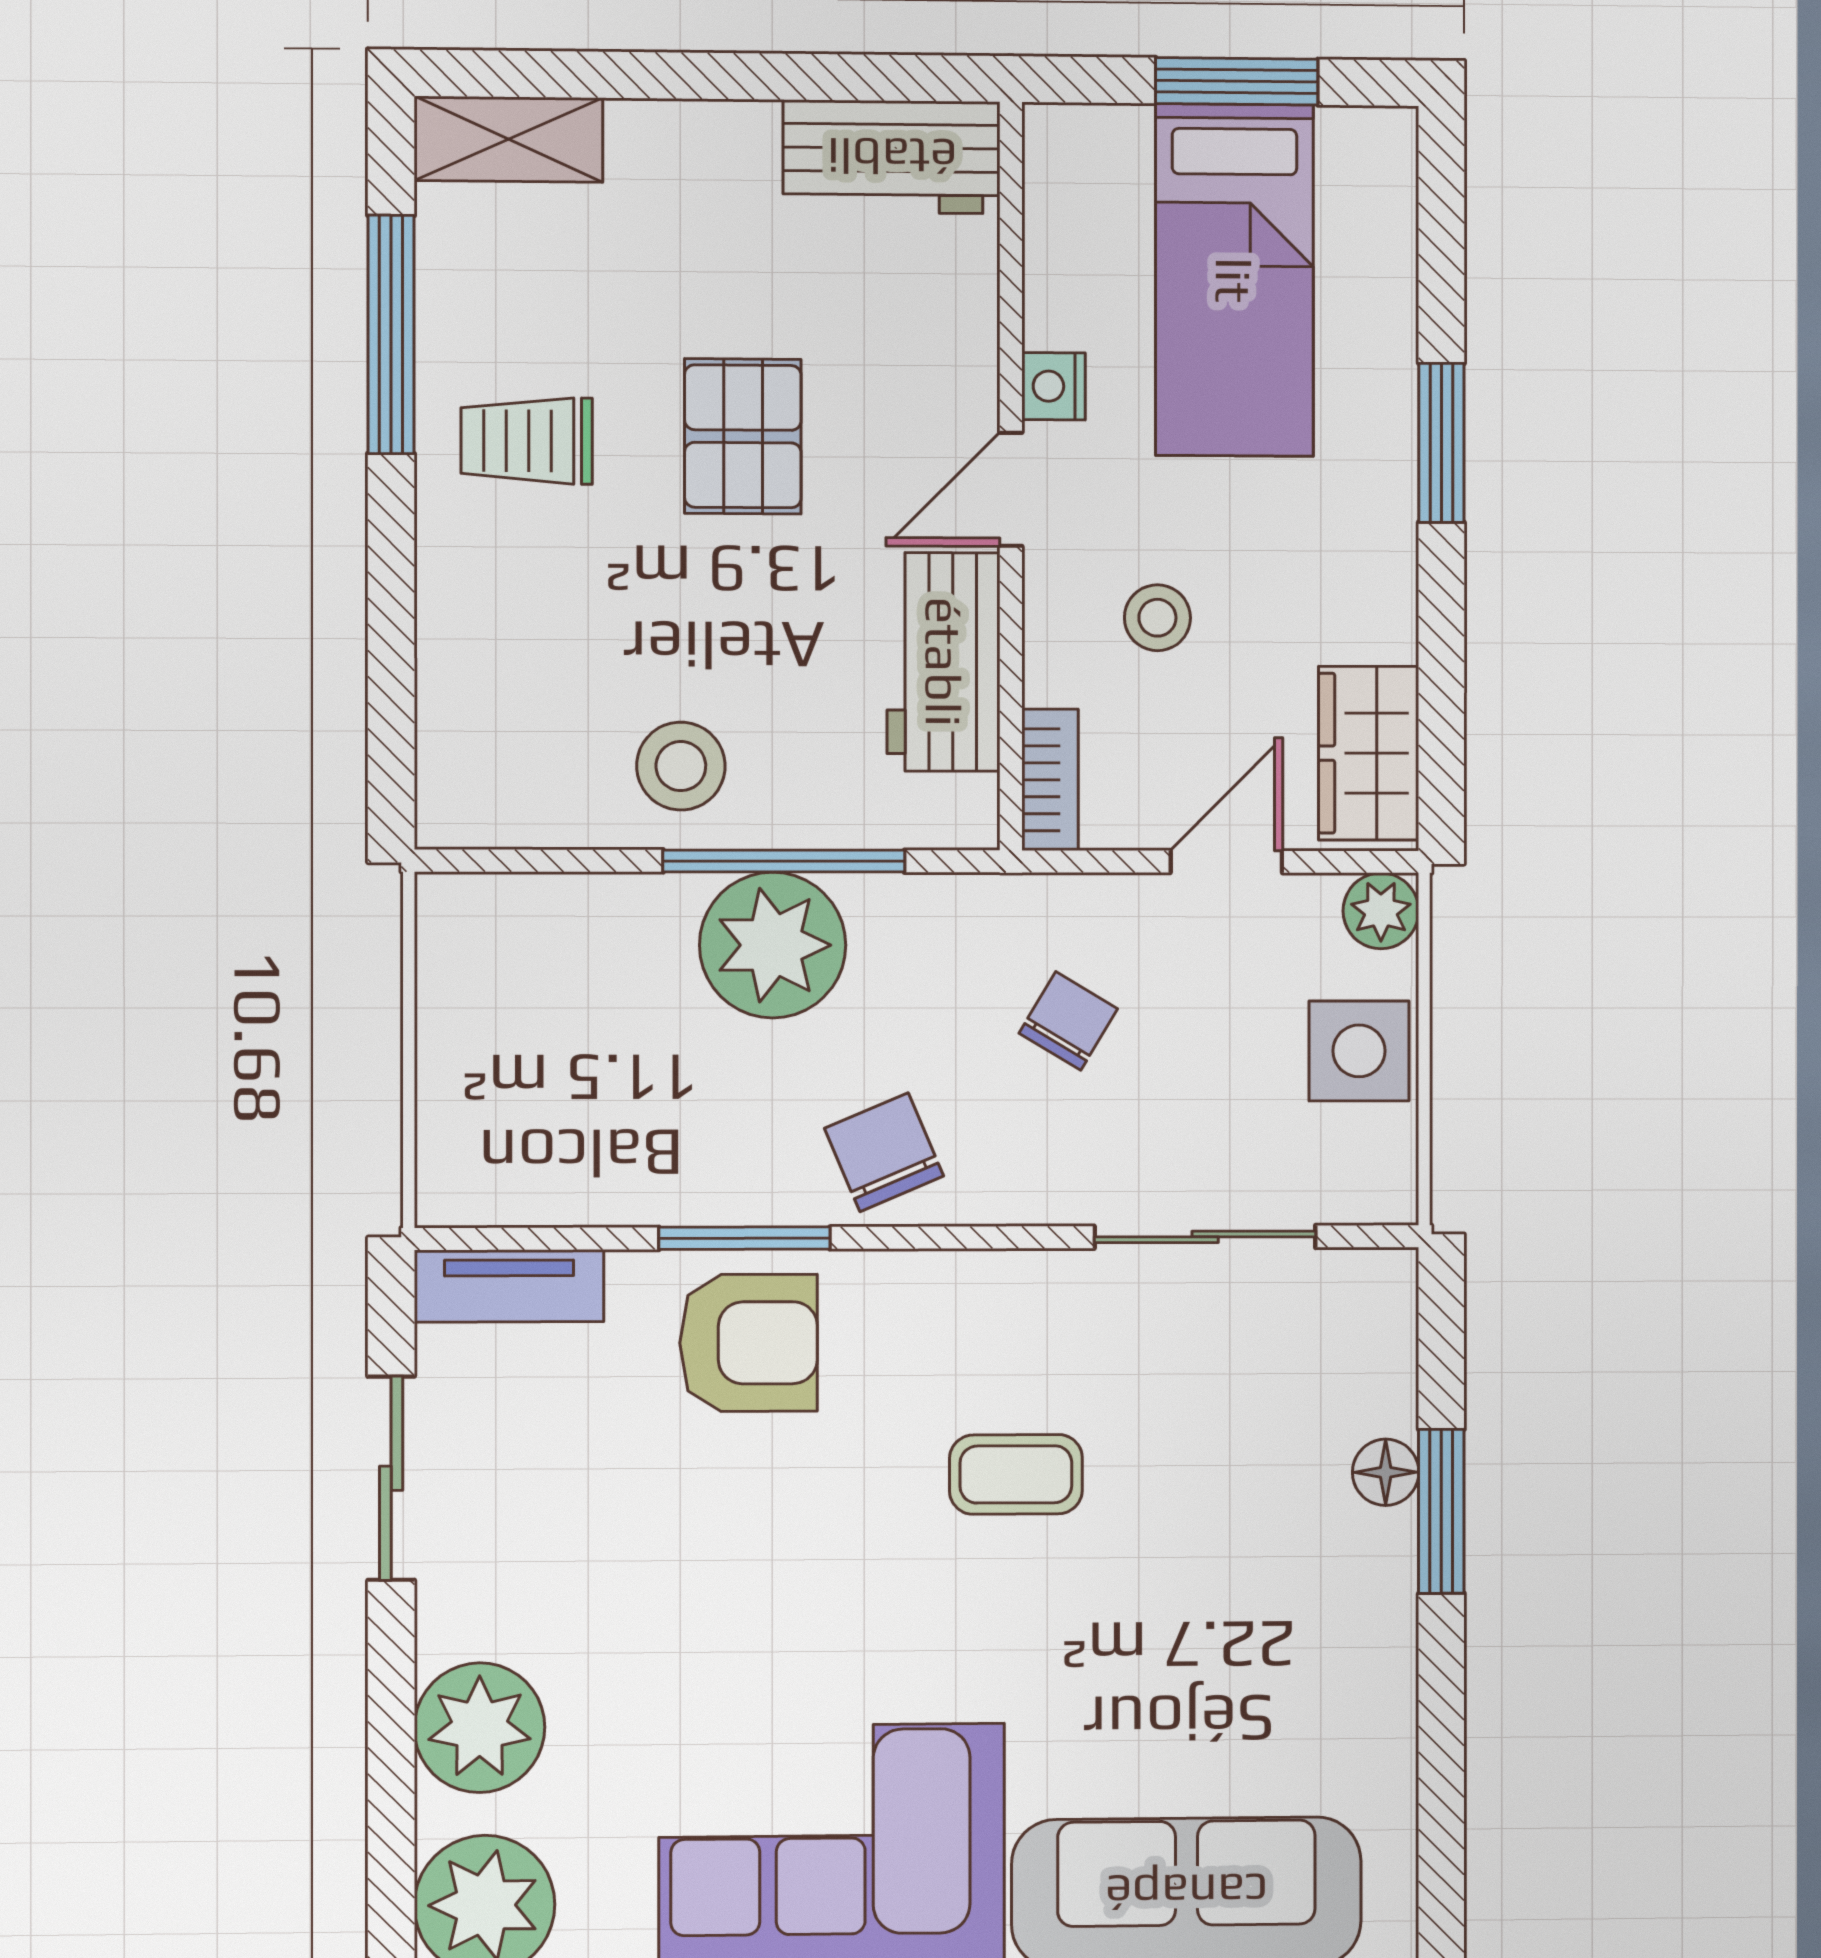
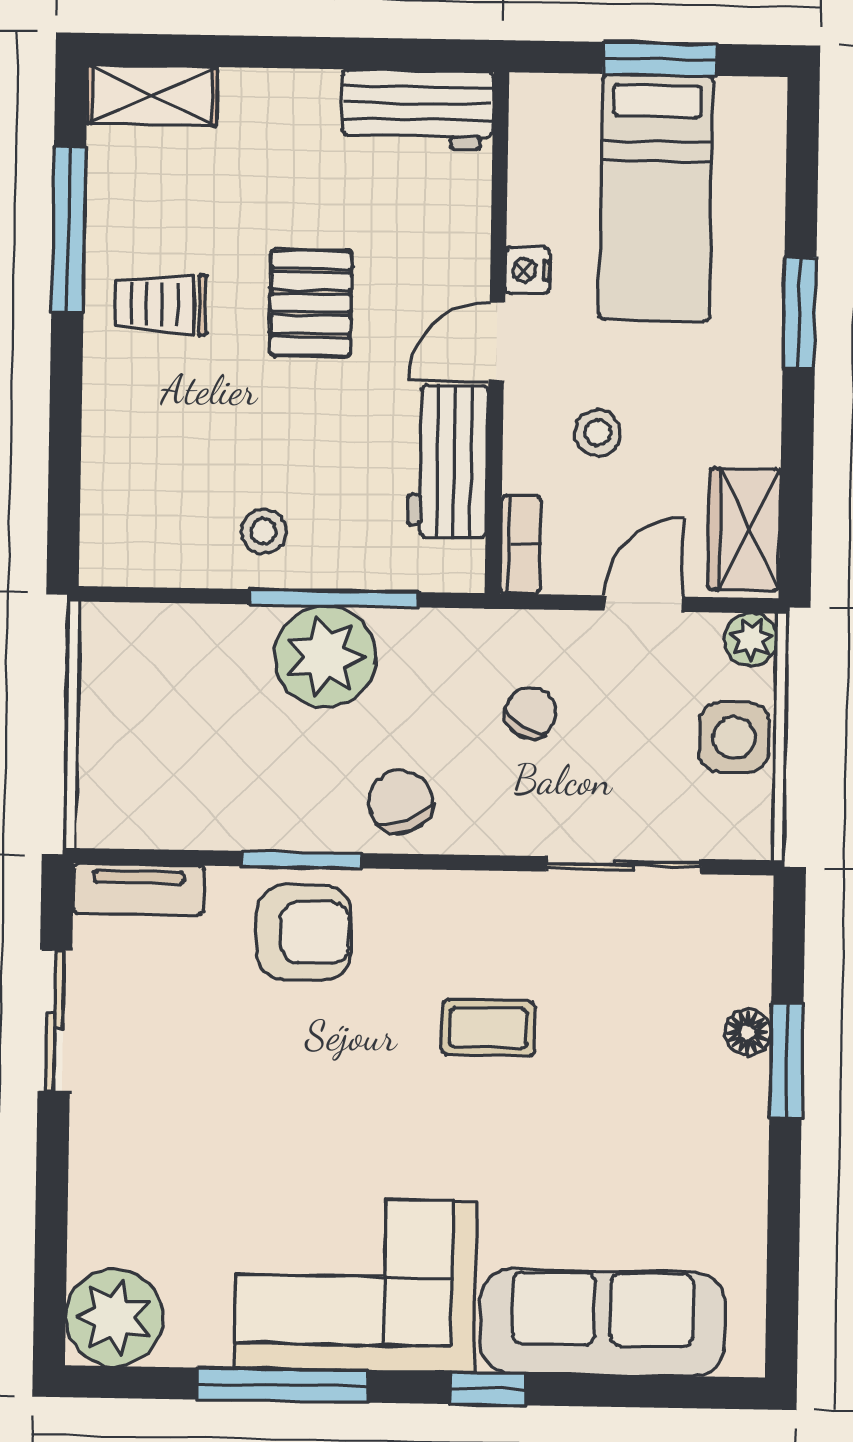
stool: (681, 766) -> (264, 531), width x0.73, depth x0.73
plant: (480, 1728) -> (113, 1195), removed

